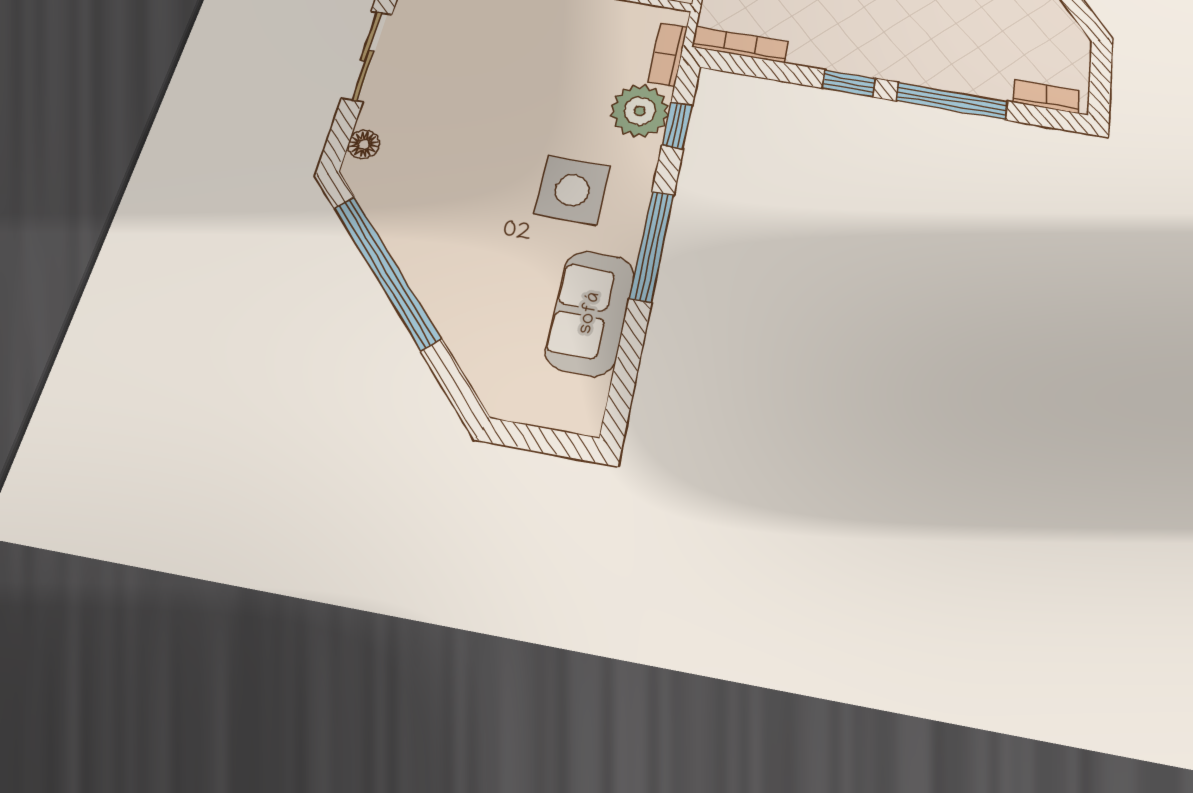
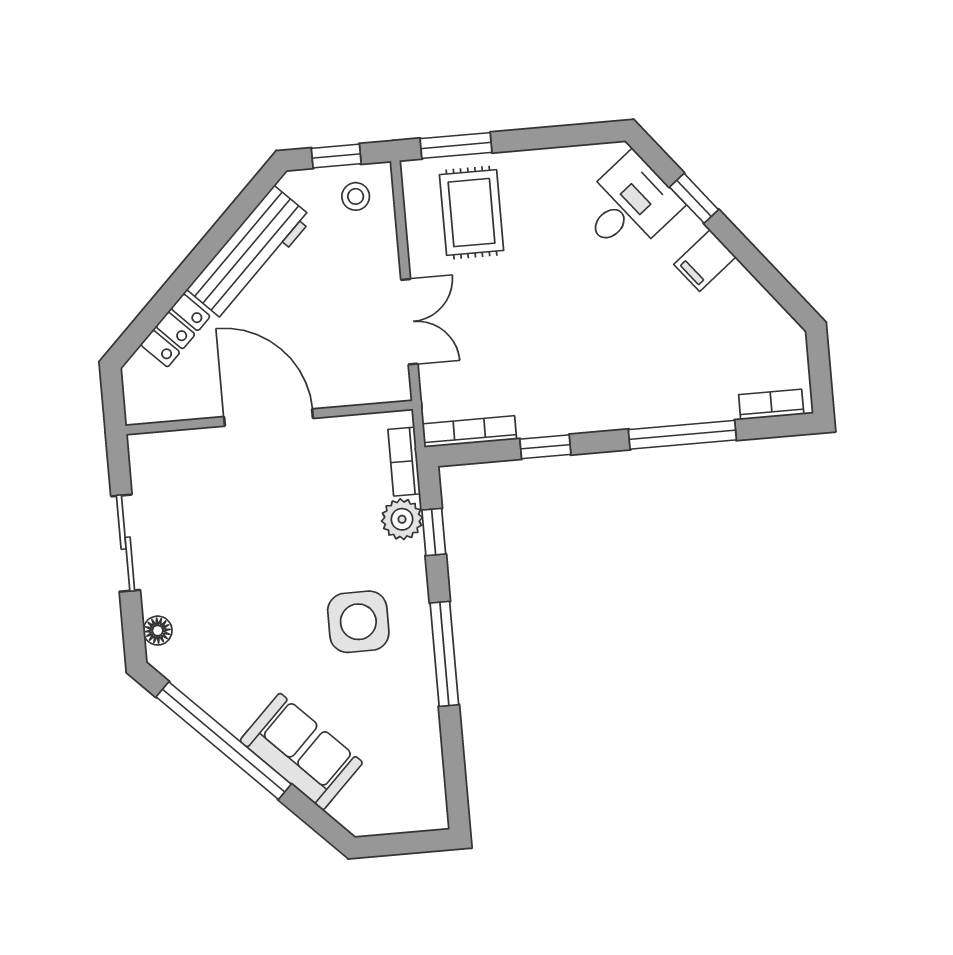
window: (849, 83) -> (545, 447), moved
plant: (640, 111) -> (402, 519), width x0.73, depth x0.73
sofa: (590, 313) -> (301, 752), moved, turned 135

